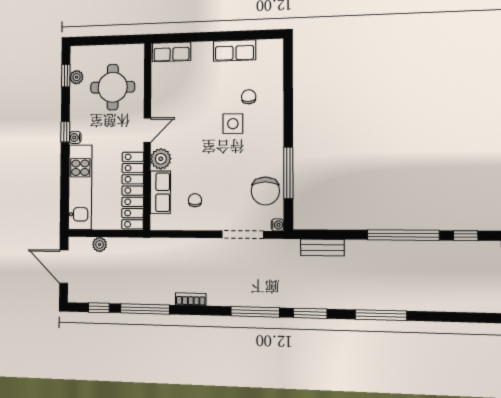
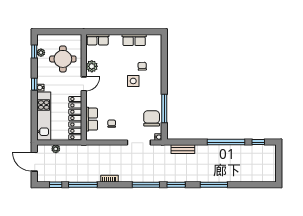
plant: (161, 159) -> (92, 66), moved
chair: (265, 191) -> (152, 118), turned 180

